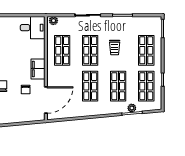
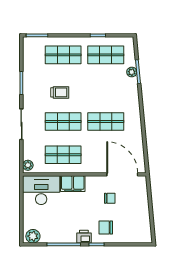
desk: (33, 28) -> (41, 190), width x1.37
filing cabinet: (38, 69) -> (73, 184), moved
shop shelf: (118, 86) -> (106, 88), removed

